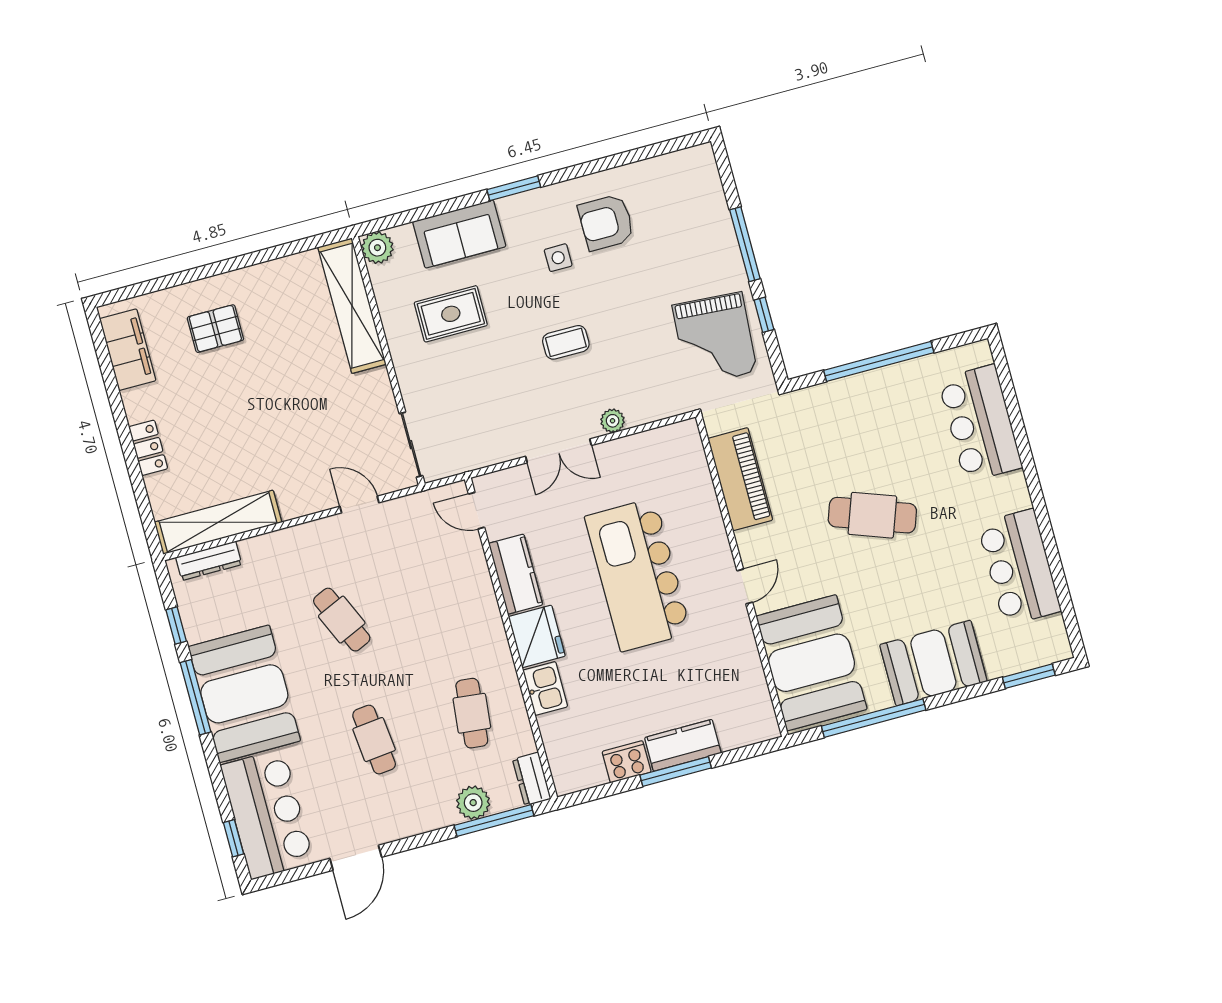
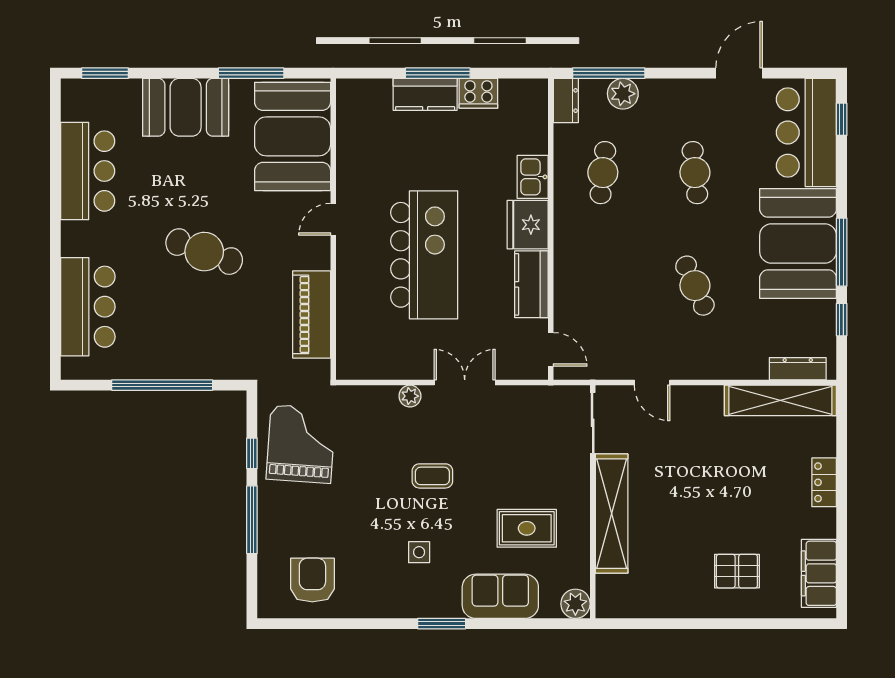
armchair: (606, 222) -> (312, 580), moved, turned -90
shelving: (352, 306) -> (612, 514), moved
window: (874, 718) -> (251, 73), width x0.68

